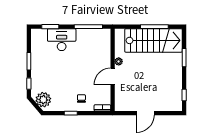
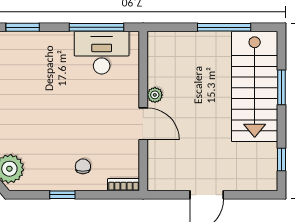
desk: (62, 40) -> (102, 53), moved
stairs: (153, 40) -> (255, 86), moved, turned 90
door: (113, 76) -> (143, 124), swing flipped

